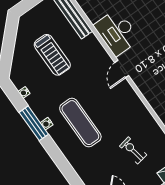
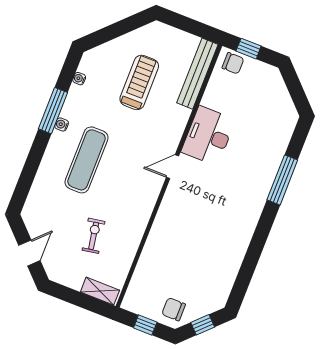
treadmill: (52, 55) -> (139, 82), turned 180

